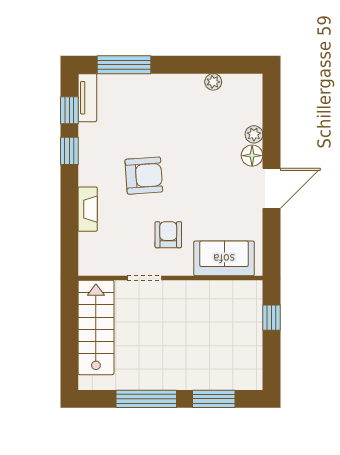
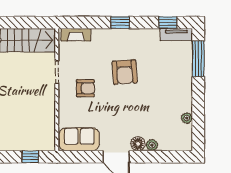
window: (69, 151) -> (120, 23), moved
fireplace: (88, 209) -> (76, 35), moved
sofa: (224, 258) -> (79, 139), moved, turned -90

